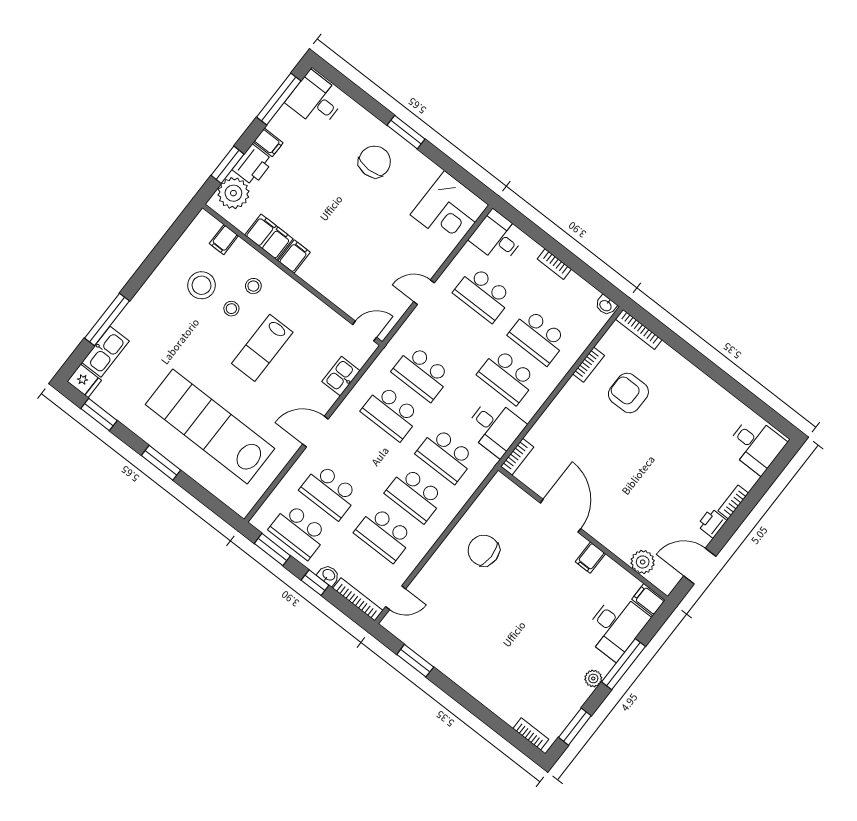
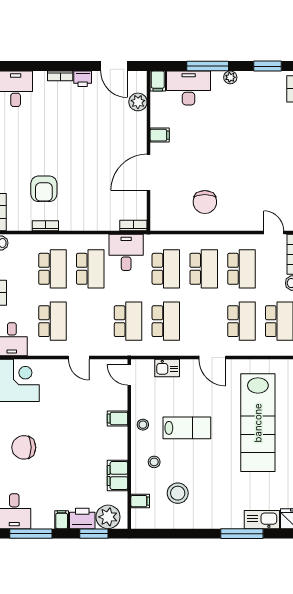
filing cabinet: (294, 256) -> (118, 419), moved
stool: (231, 309) -> (143, 425), moved

